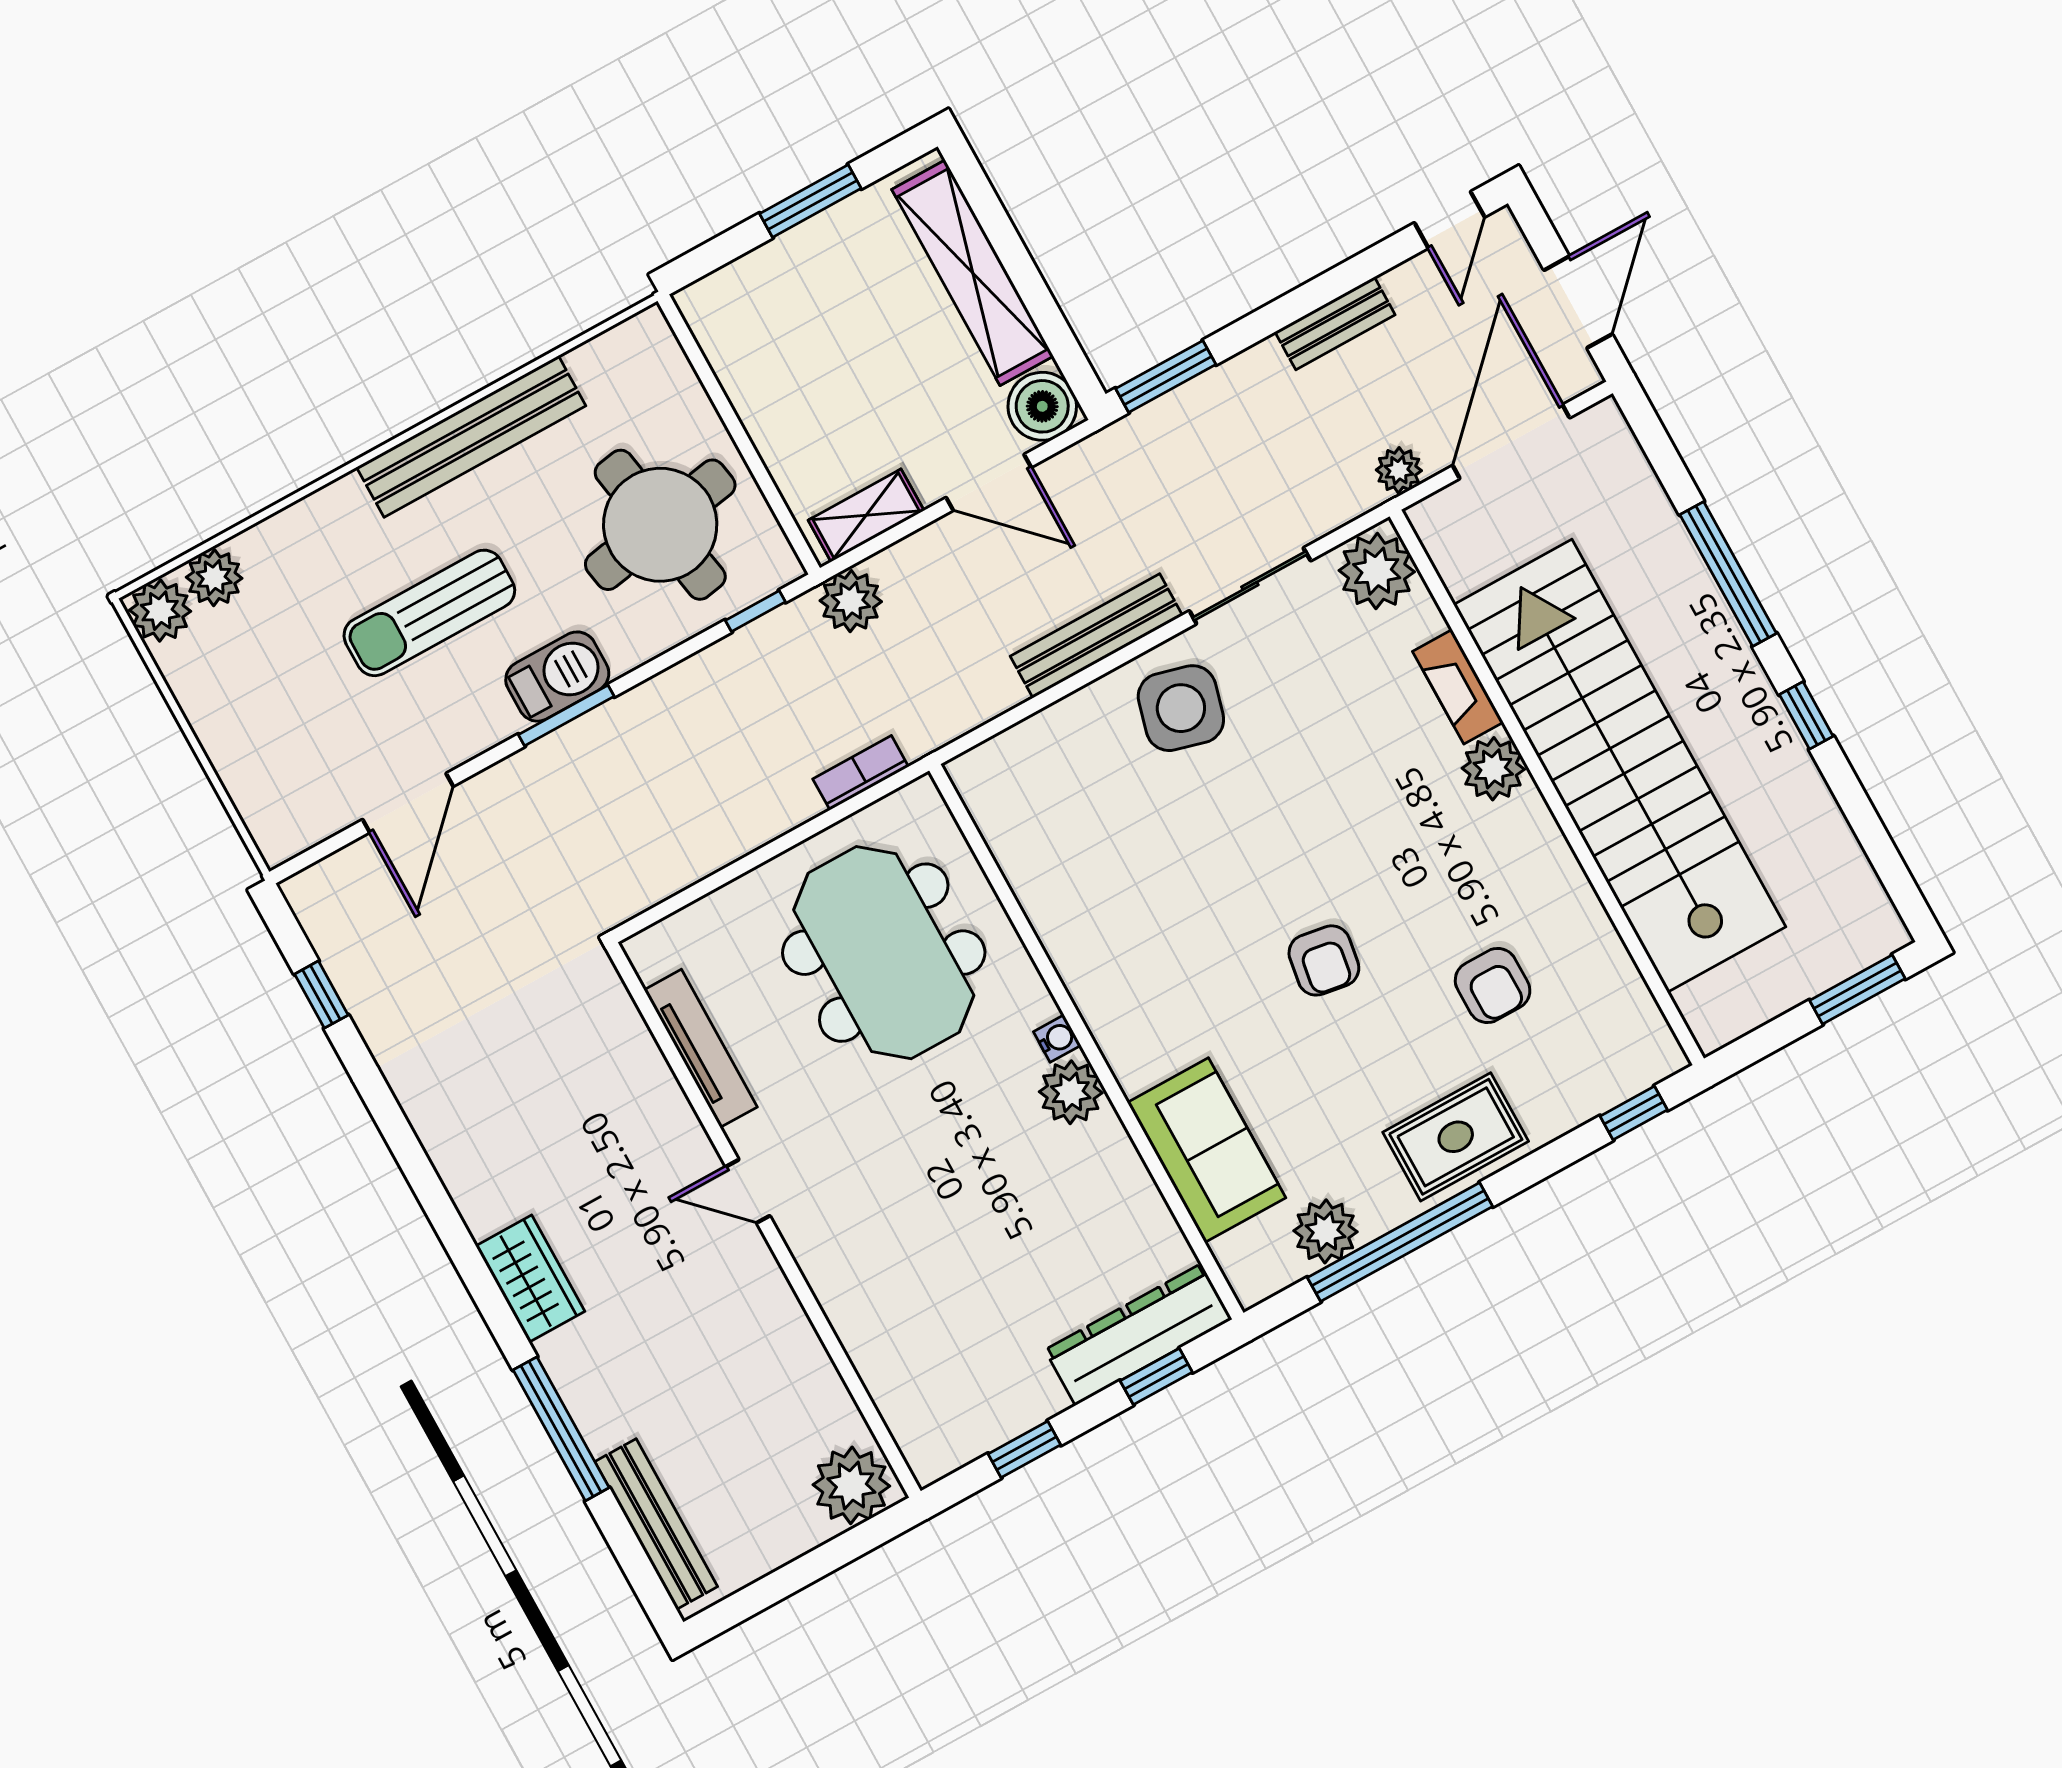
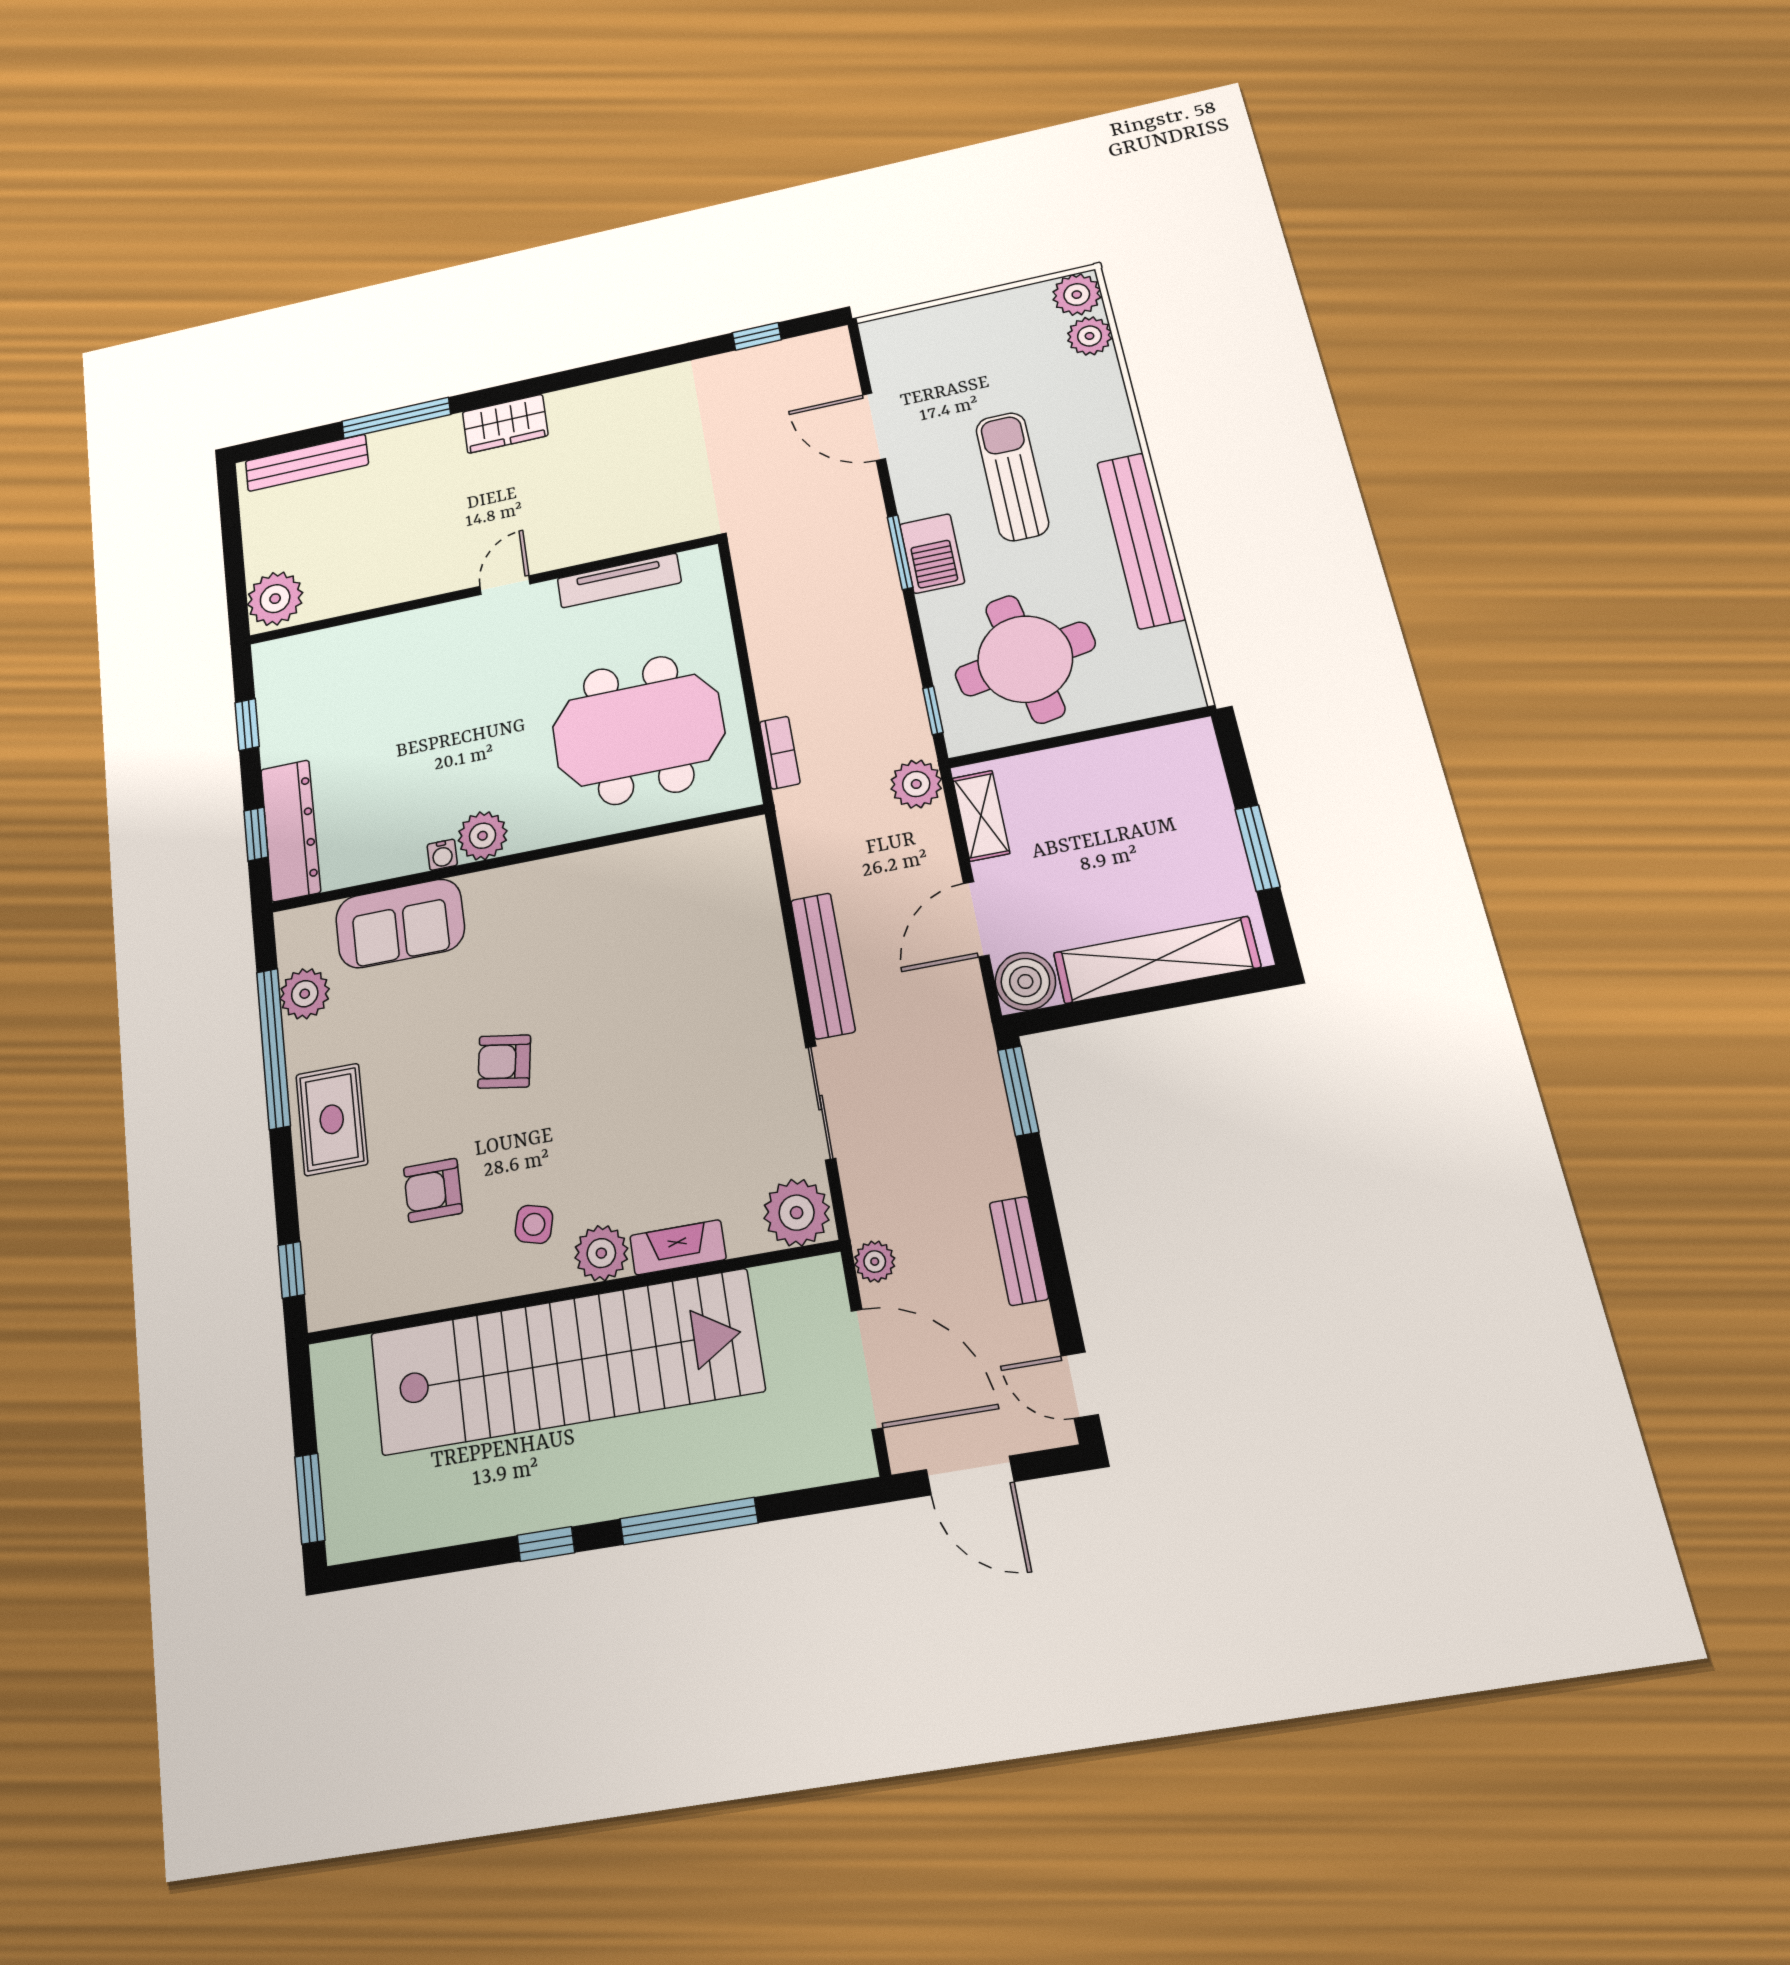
side table: (1181, 708) -> (534, 1224), moved, width x0.54, depth x0.54
water cooler: (1057, 1039) -> (442, 855), moved

